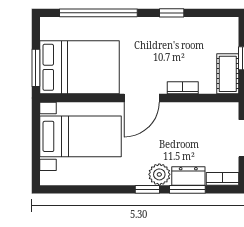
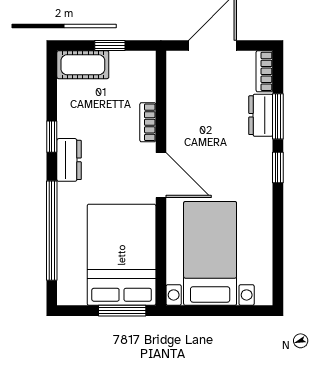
dresser: (153, 26) -> (69, 160), added
cot: (228, 74) -> (83, 65), moved
plant: (159, 174) -> (259, 152), removed

